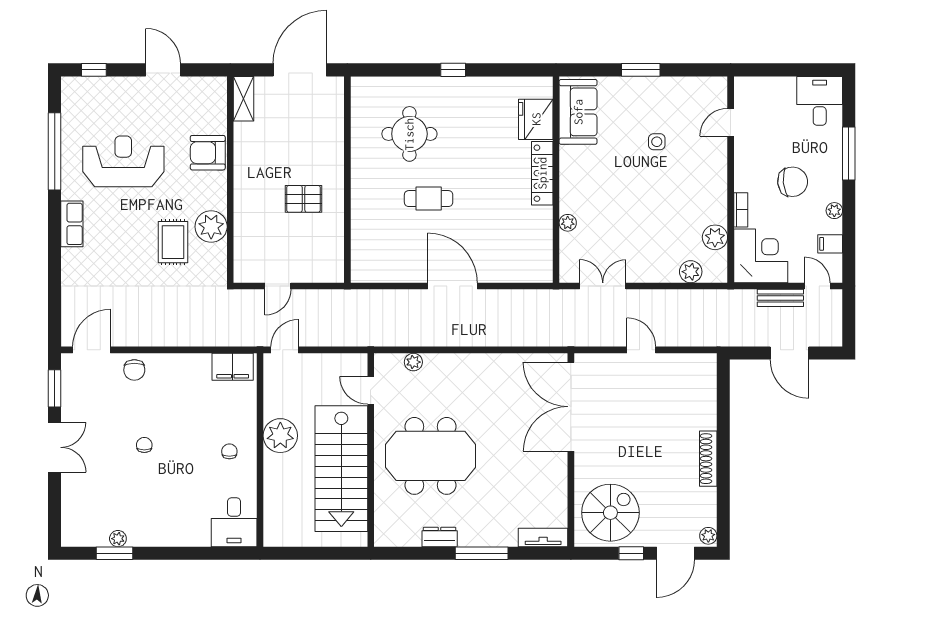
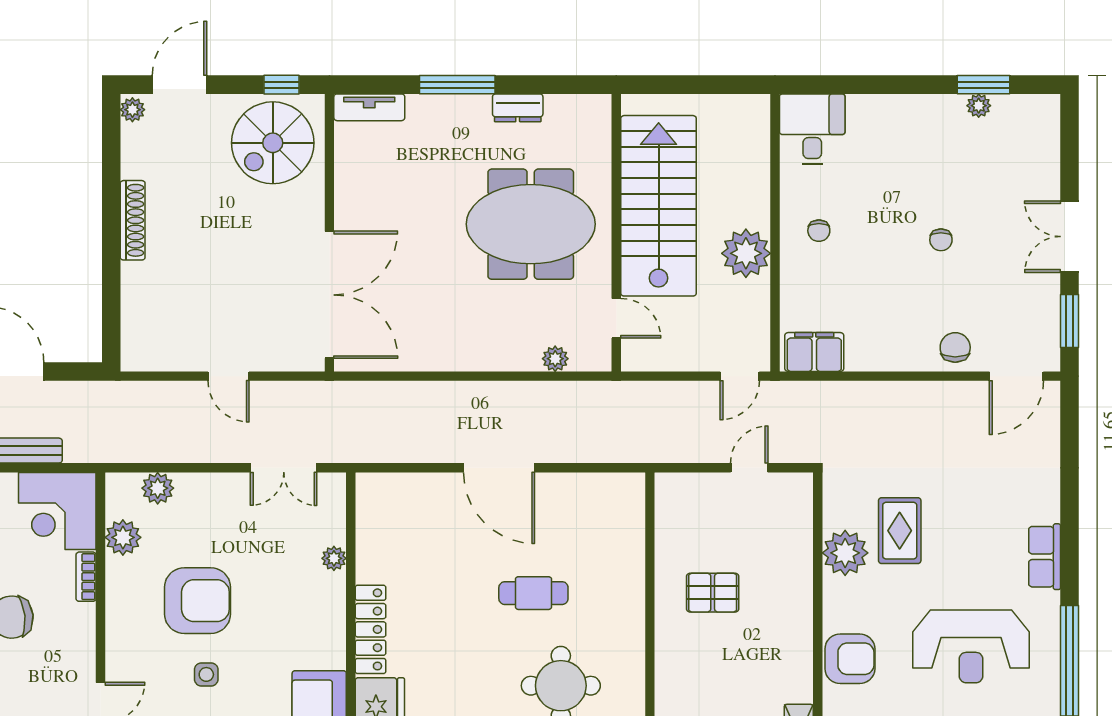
armchair: (663, 193) -> (198, 601), added
window: (631, 553) -> (281, 85), moved

